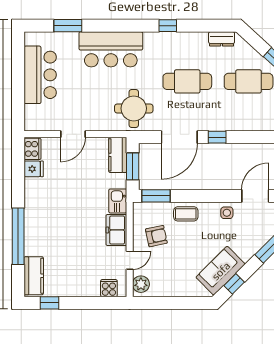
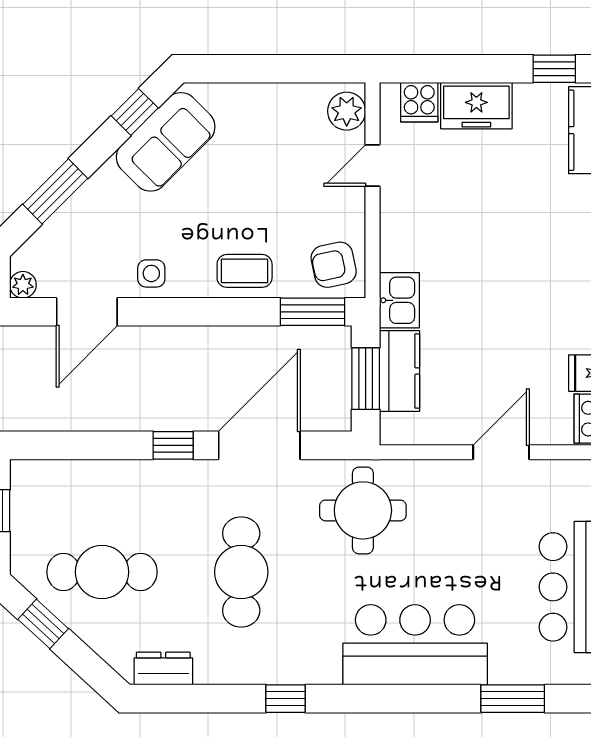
cafe table: (187, 81) -> (241, 572), turned 90
kitchen counter: (118, 155) -> (399, 371), moved
freezer: (116, 230) -> (476, 106), moved, turned 90
armchair: (156, 236) -> (334, 265), moved

